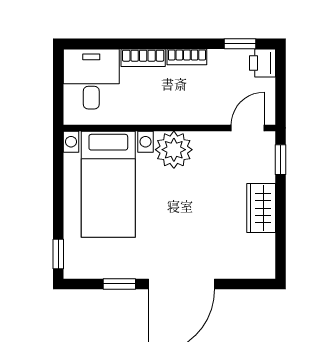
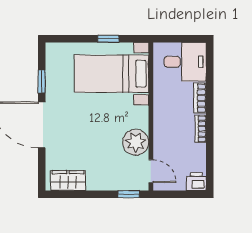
window: (240, 44) -> (210, 166), removed
plant: (174, 150) -> (136, 142), moved
wardrobe: (261, 208) -> (68, 181), moved
window: (58, 254) -> (108, 39), moved

